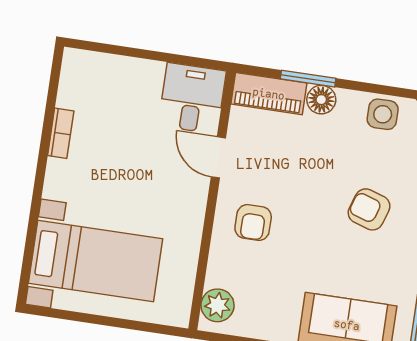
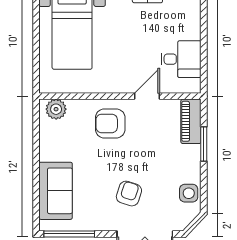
desk: (192, 98) -> (181, 59), moved
floor lamp: (321, 100) -> (192, 154), removed
armchair: (253, 222) -> (110, 123), width x1.38, depth x1.38

